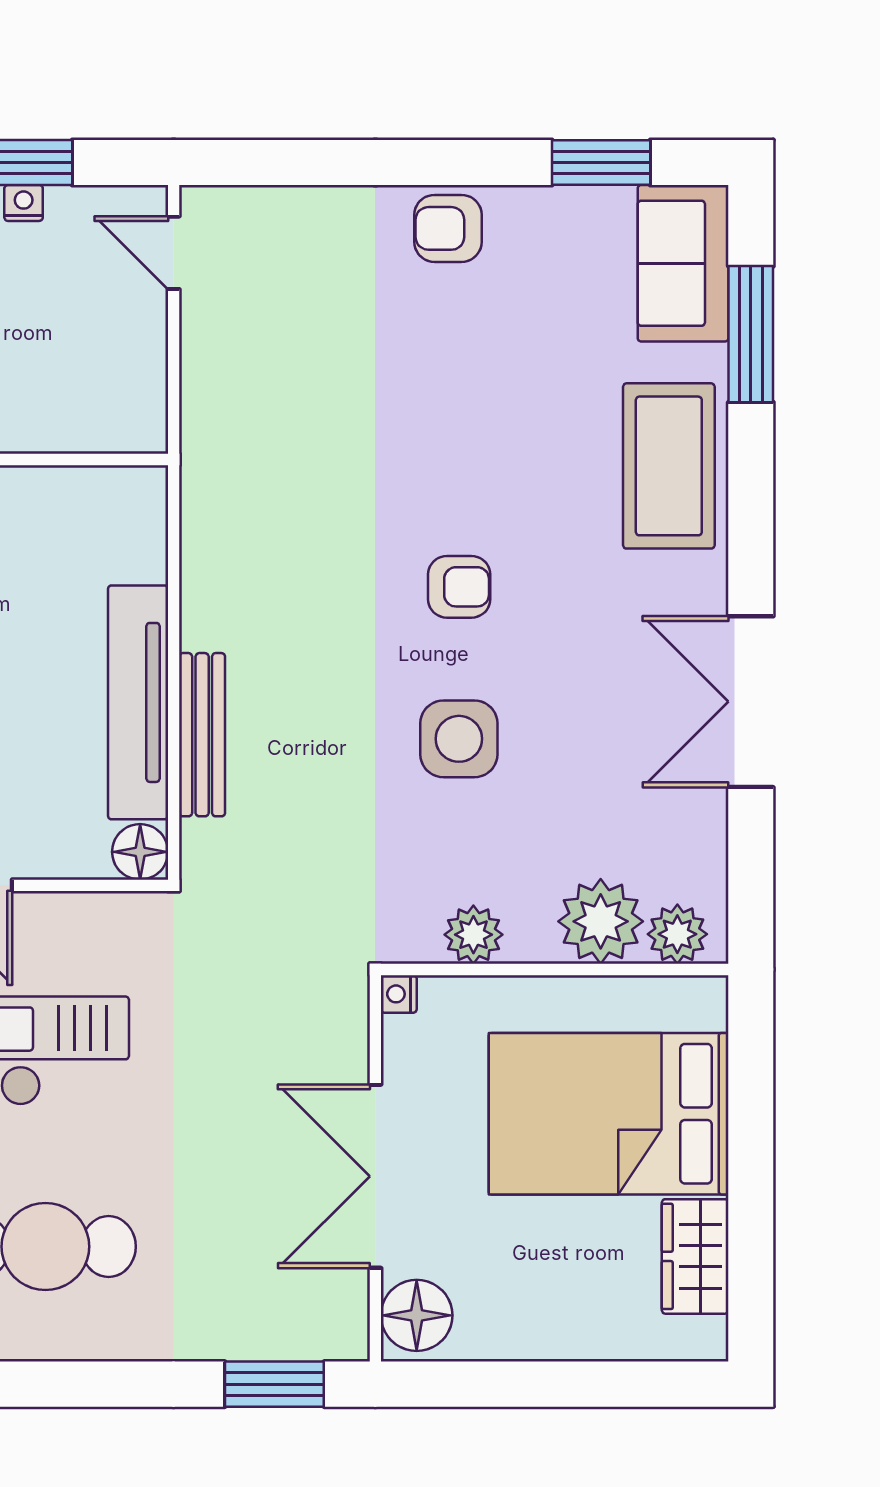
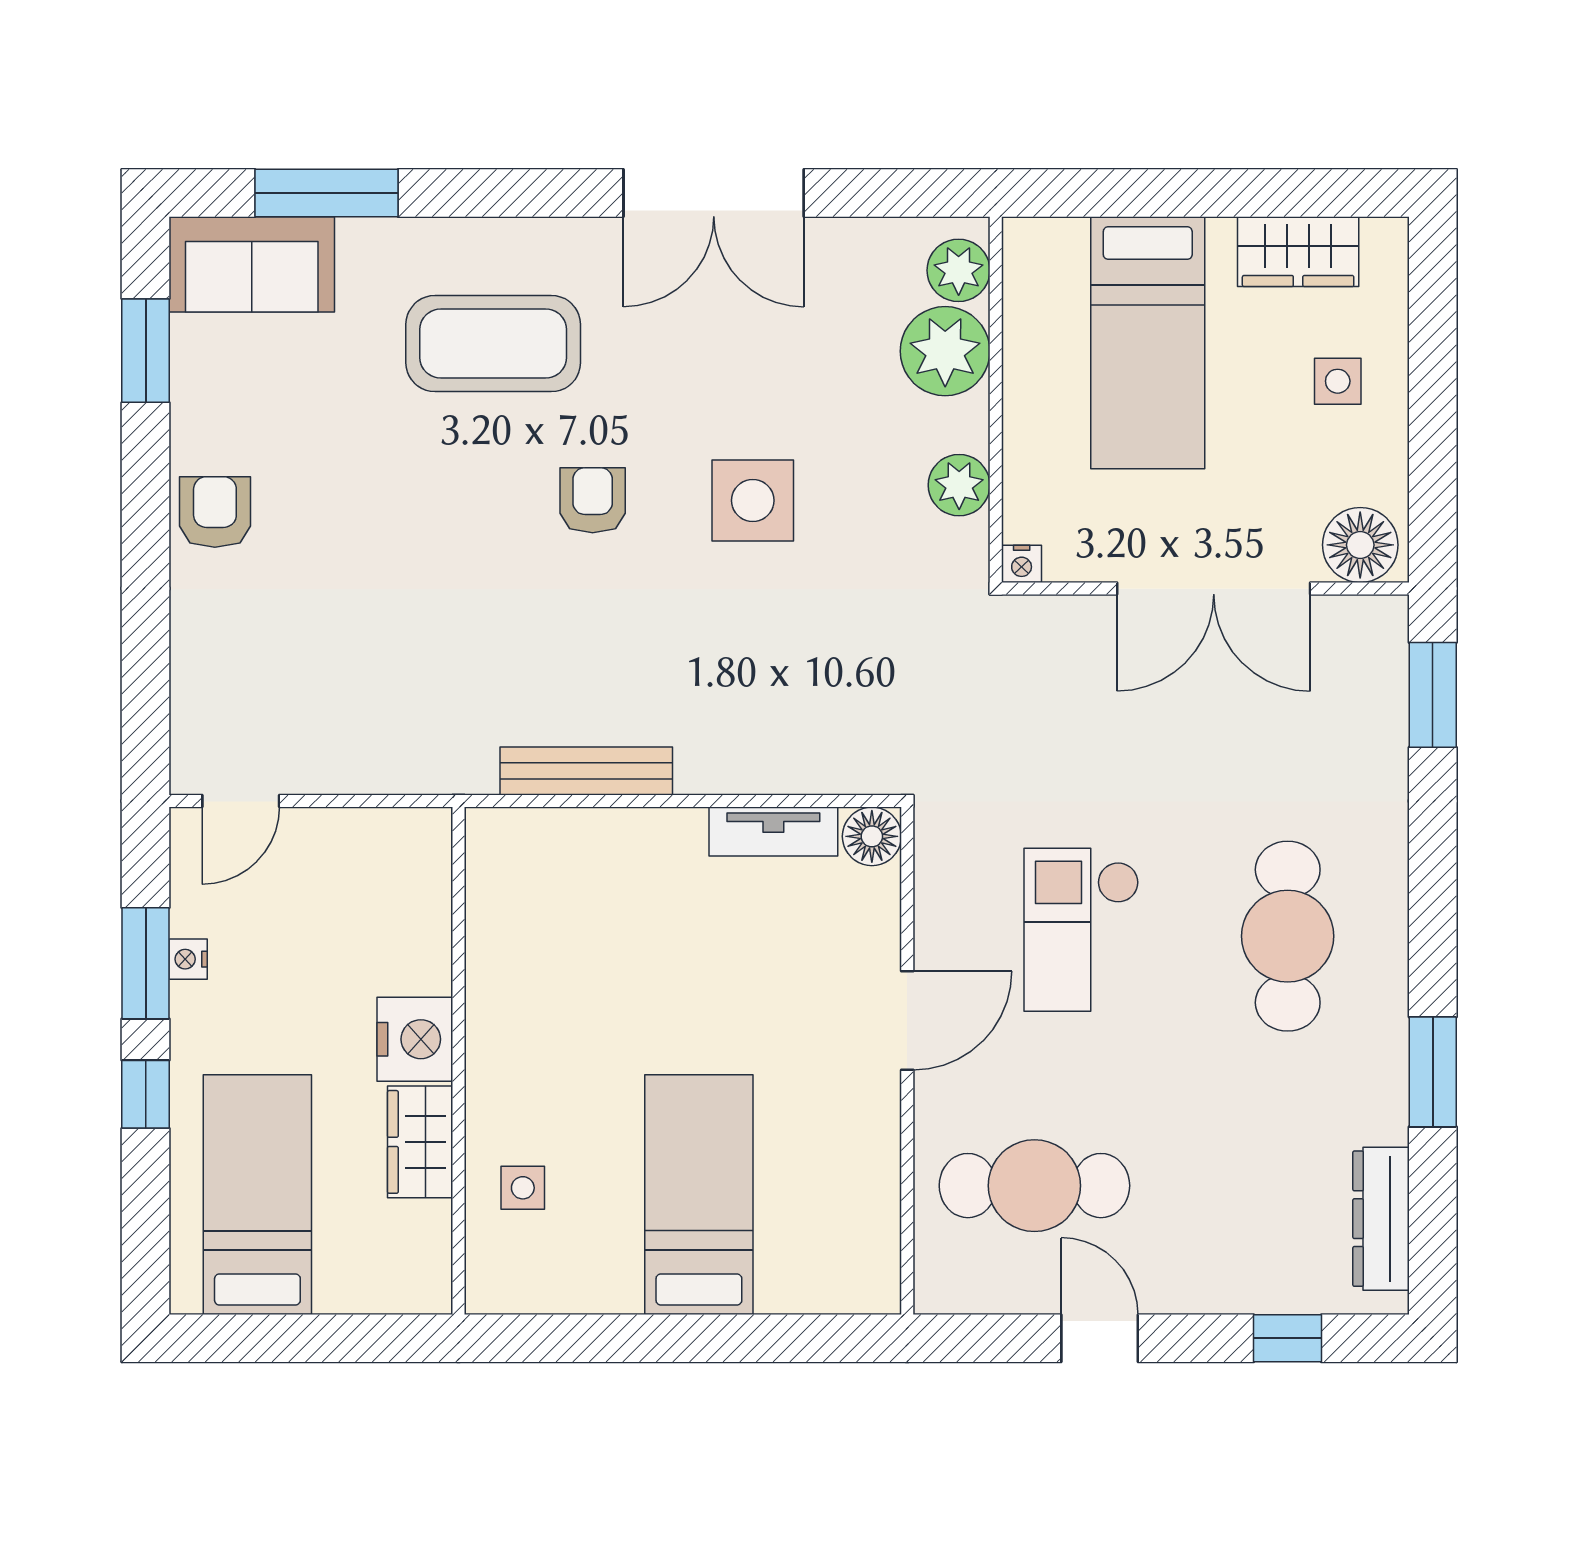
armchair: (448, 228) -> (215, 512), turned 180
coffee table: (669, 466) -> (493, 344), moved
tv unit: (138, 702) -> (773, 832), width x0.52, depth x0.78
bench: (202, 735) -> (586, 771), moved
bed: (609, 1114) -> (1148, 343), width x0.67
side table: (572, 1294) -> (1338, 381), added

